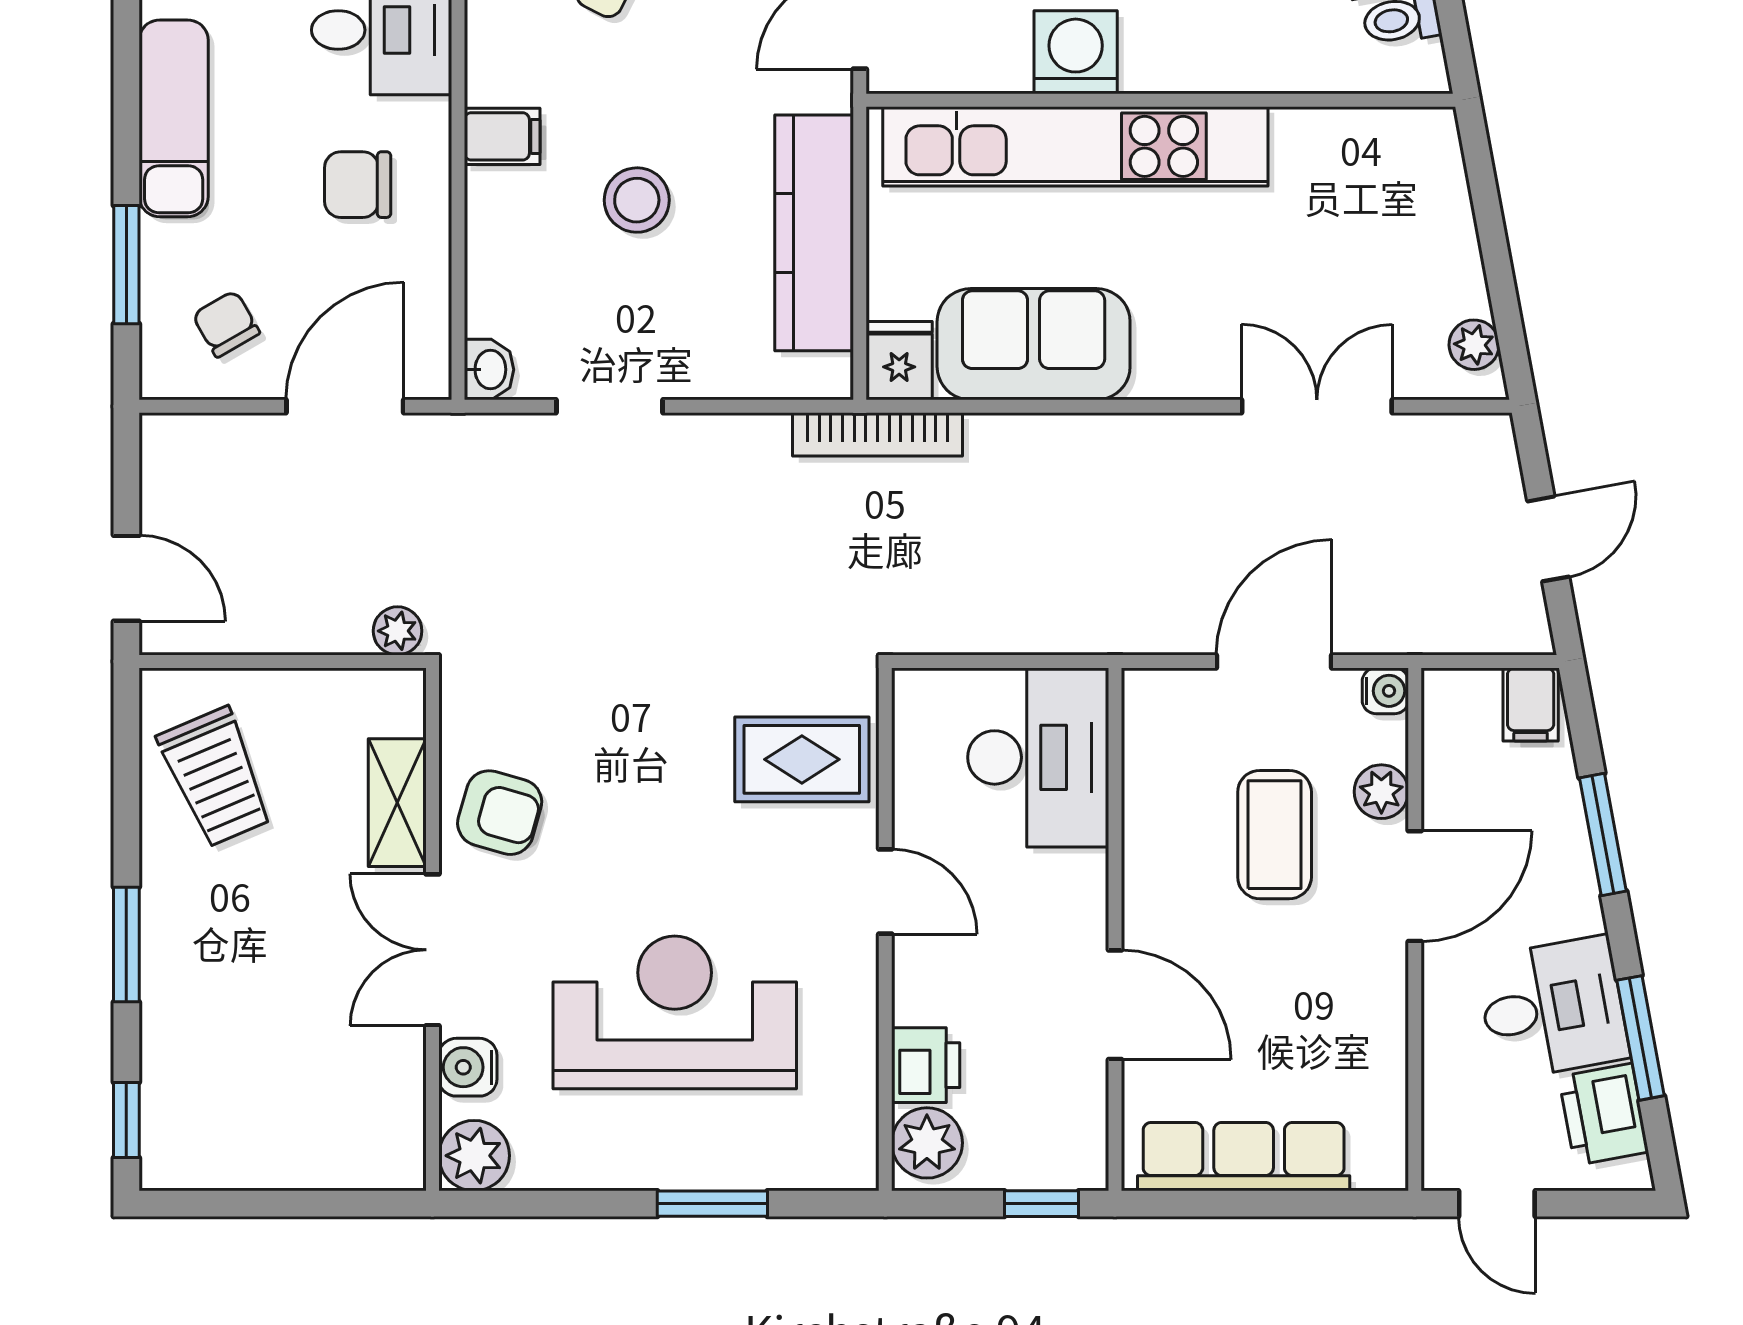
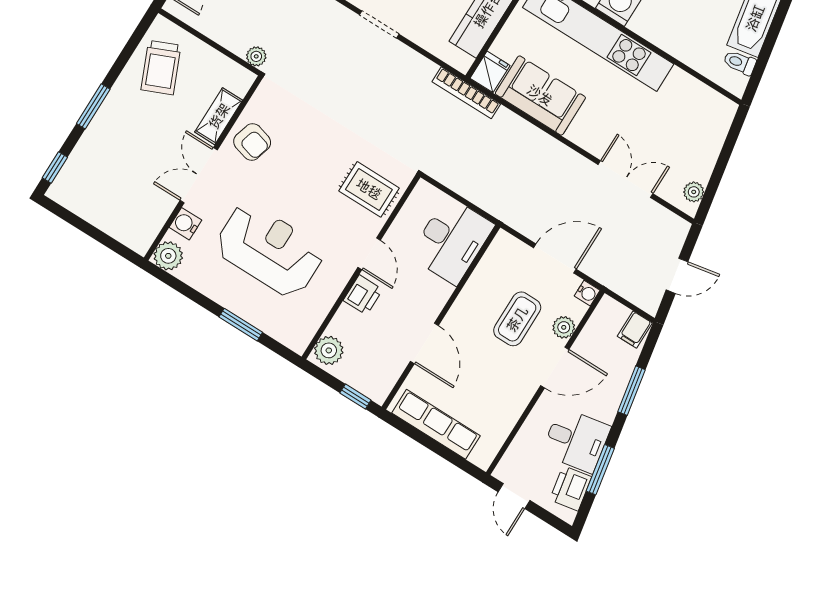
printer: (926, 1065) -> (363, 295), moved

